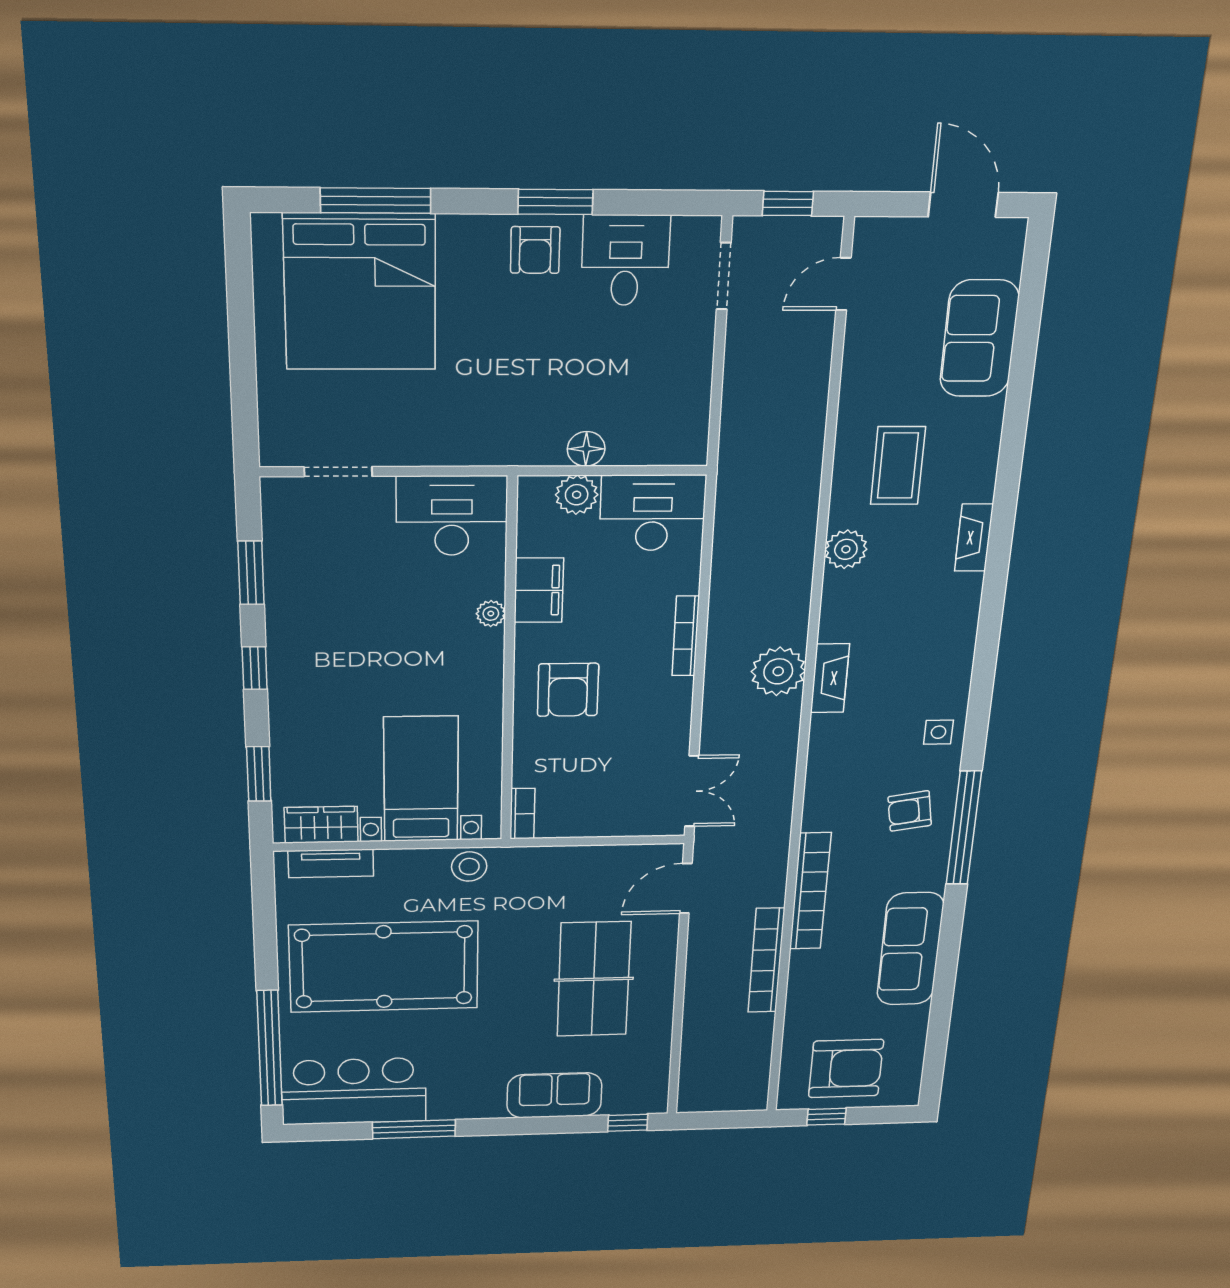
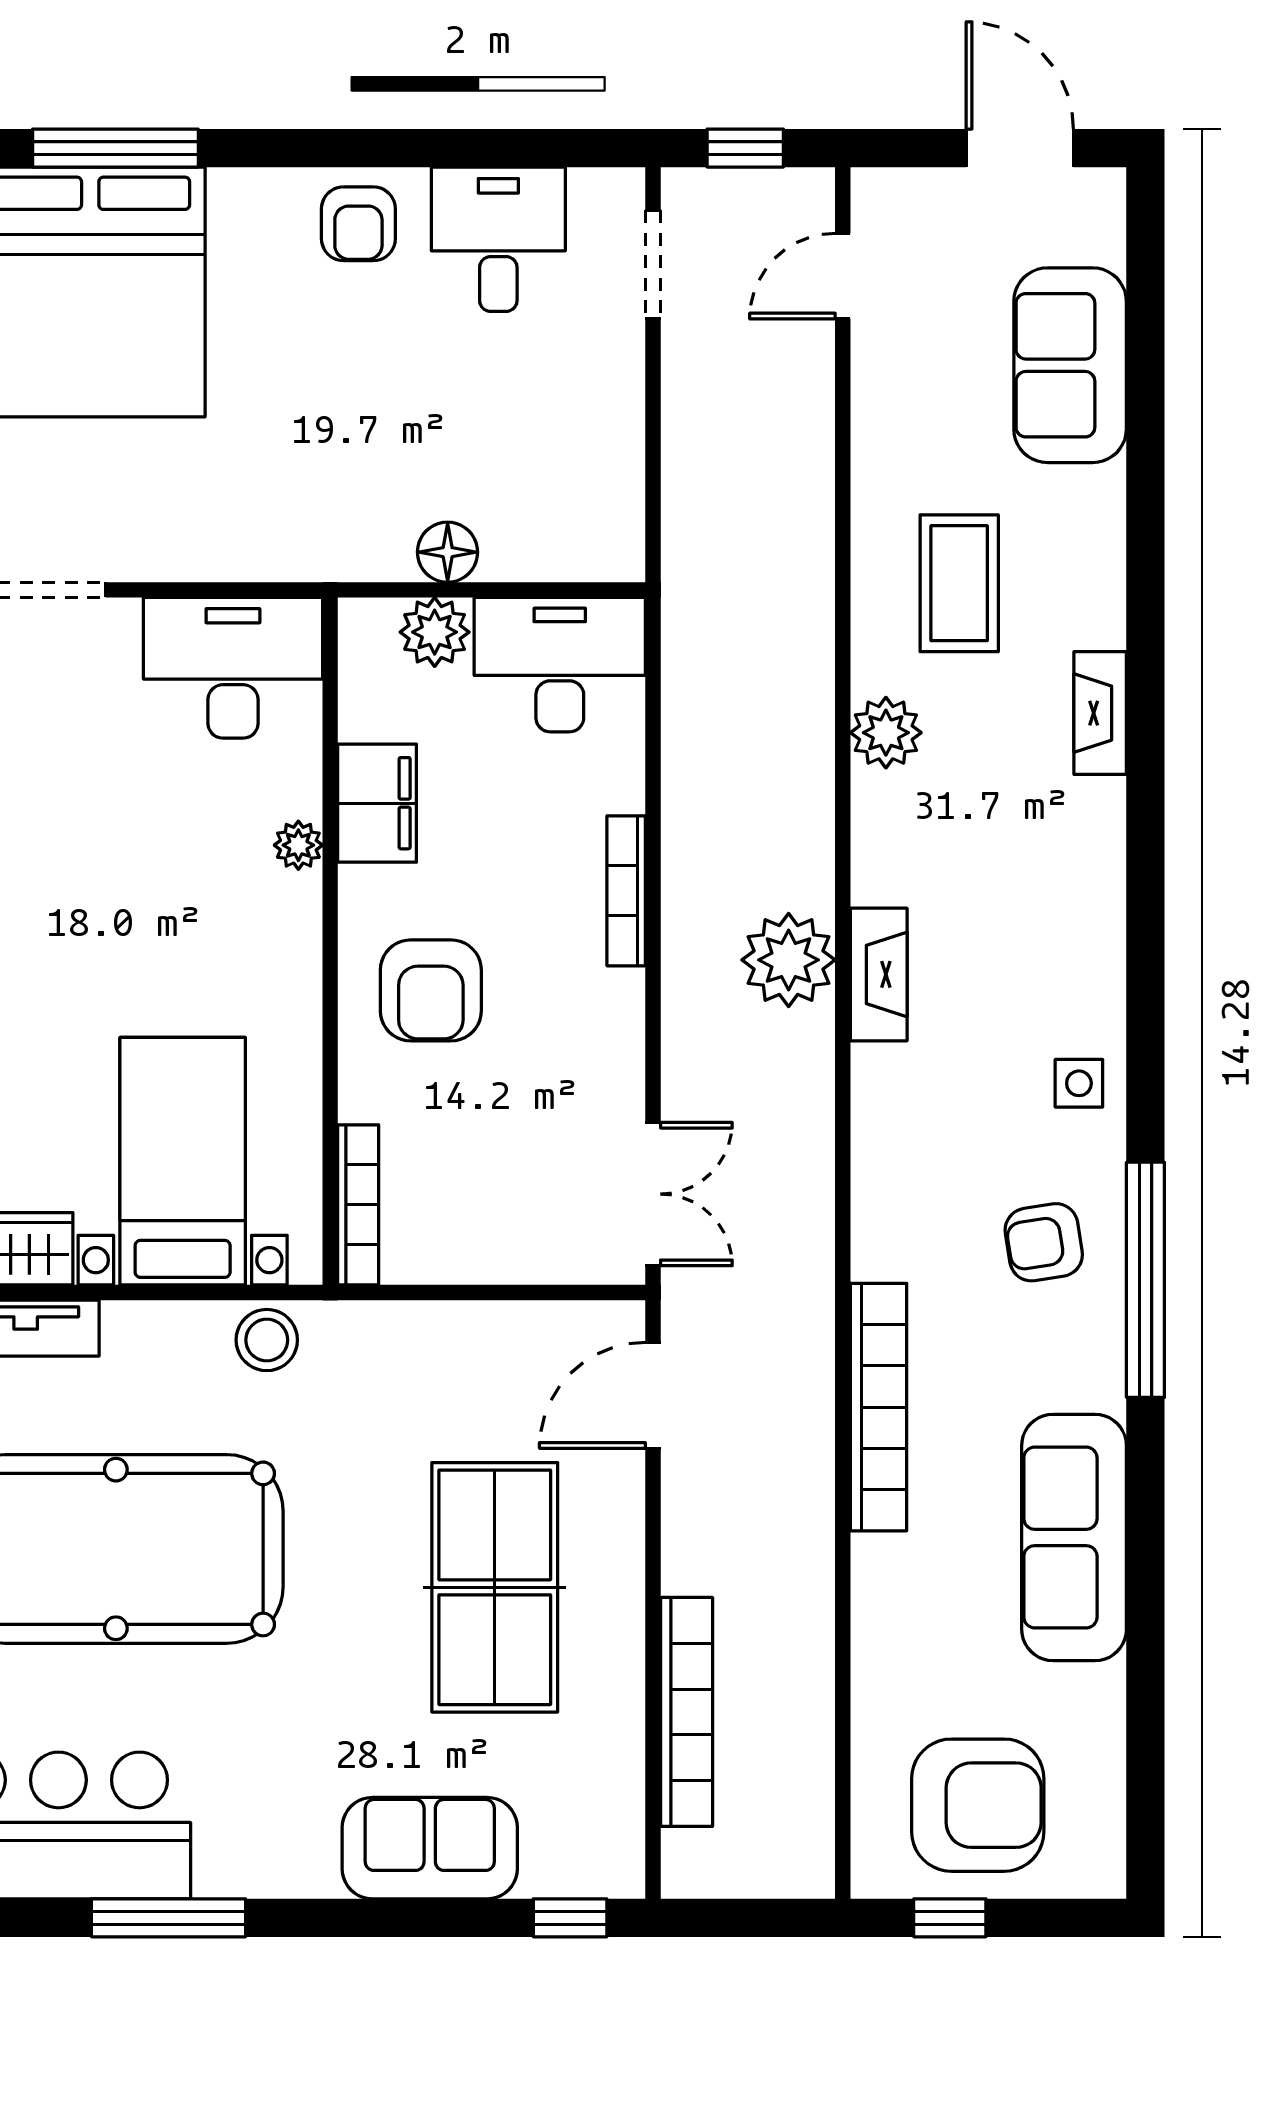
window: (555, 202) -> (388, 148), removed
bookcase: (522, 814) -> (358, 1205), width x1.56
bookcase: (766, 960) -> (687, 1712), moved, turned 180

